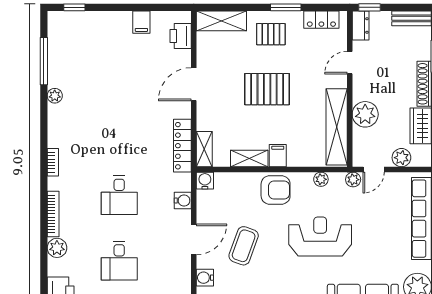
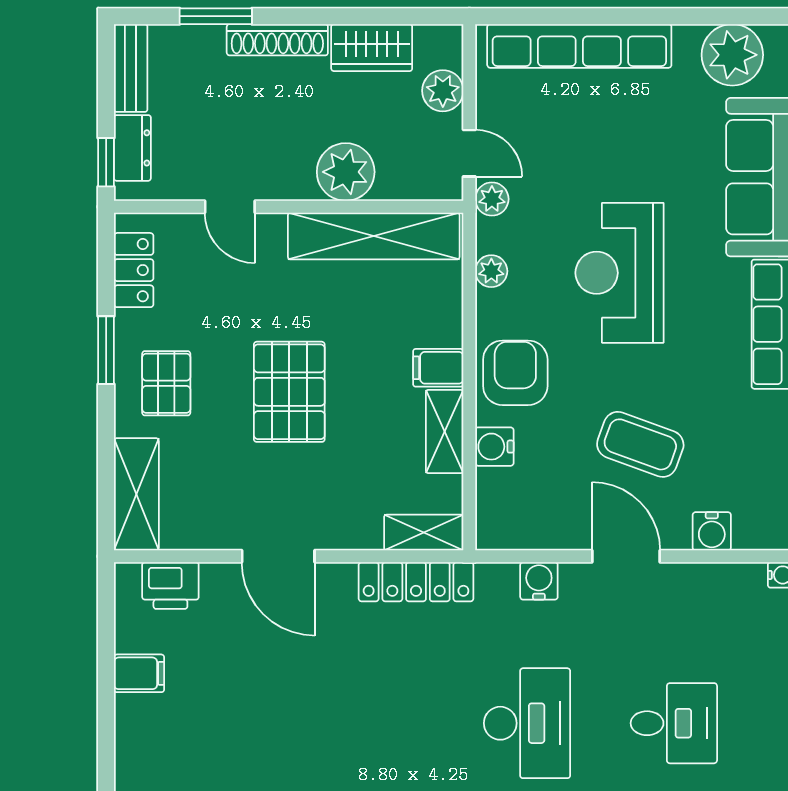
dresser: (361, 26) -> (132, 148), moved, turned 90
water cooler: (205, 181) -> (494, 447), moved
desk: (119, 195) -> (527, 723), width x1.37

